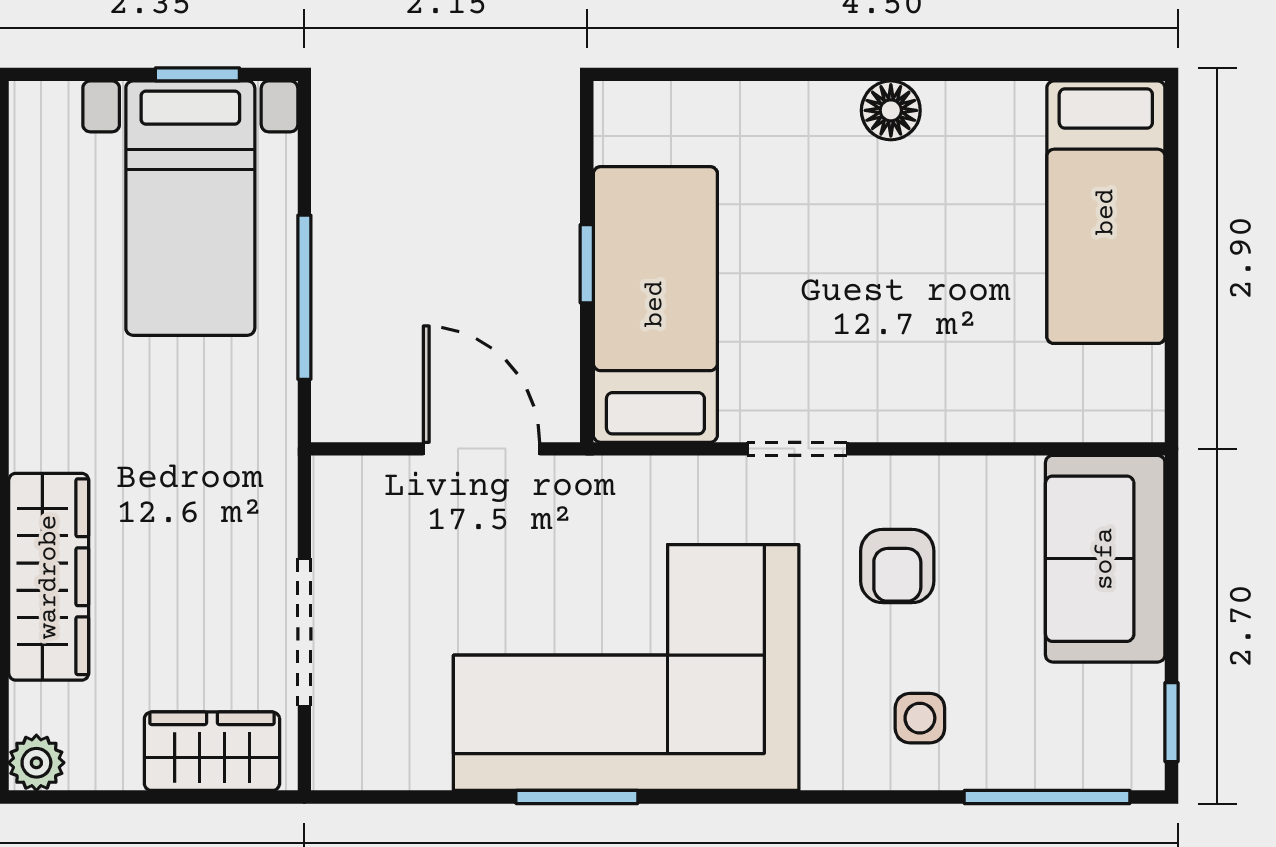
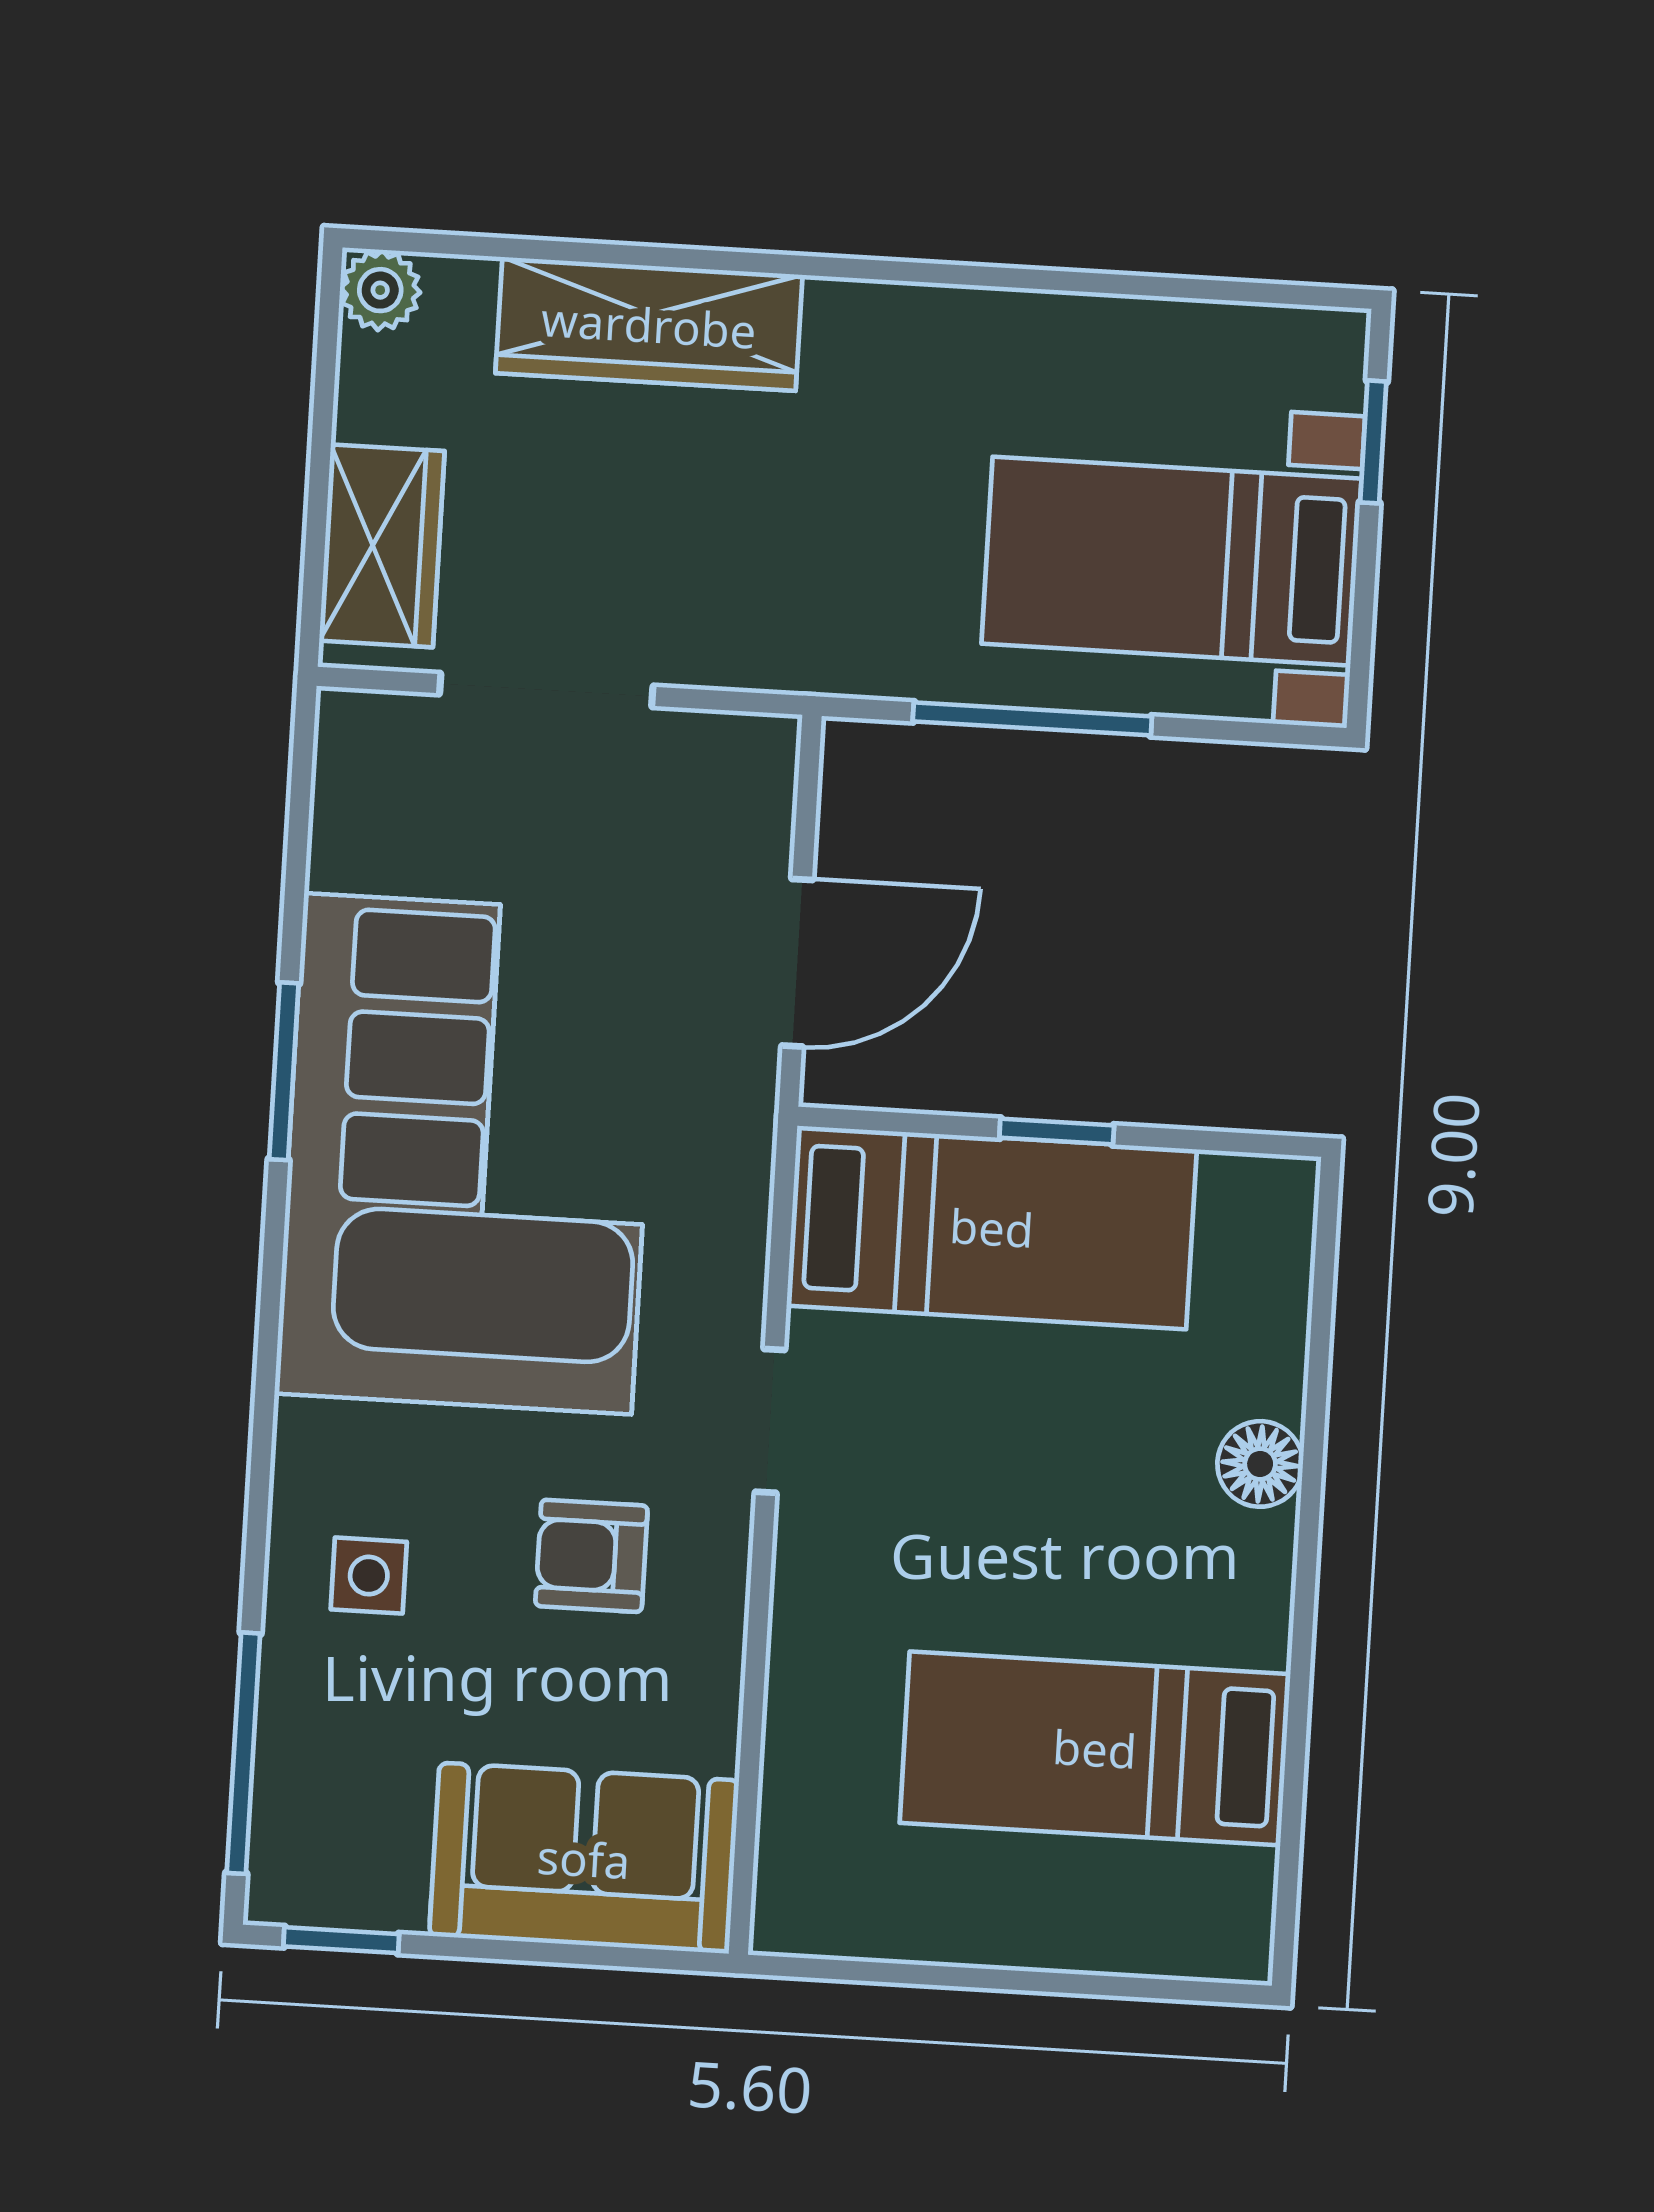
window: (197, 74) -> (1373, 442), moved
floor lamp: (891, 110) -> (1260, 1464), moved
bed: (1106, 212) -> (1095, 1748), moved

